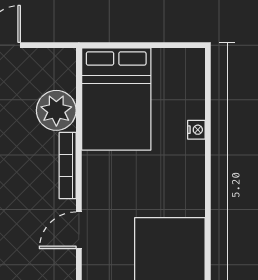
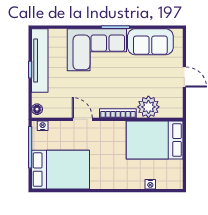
nightstand: (196, 130) -> (150, 184), moved

